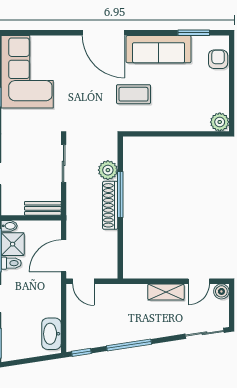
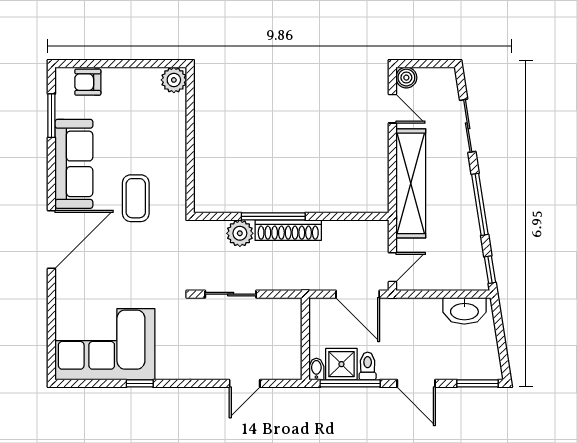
bench: (43, 208) -> (292, 323), removed
shelving: (166, 292) -> (411, 183), width x2.20, depth x1.33
sliding door: (205, 333) -> (468, 126), moved

